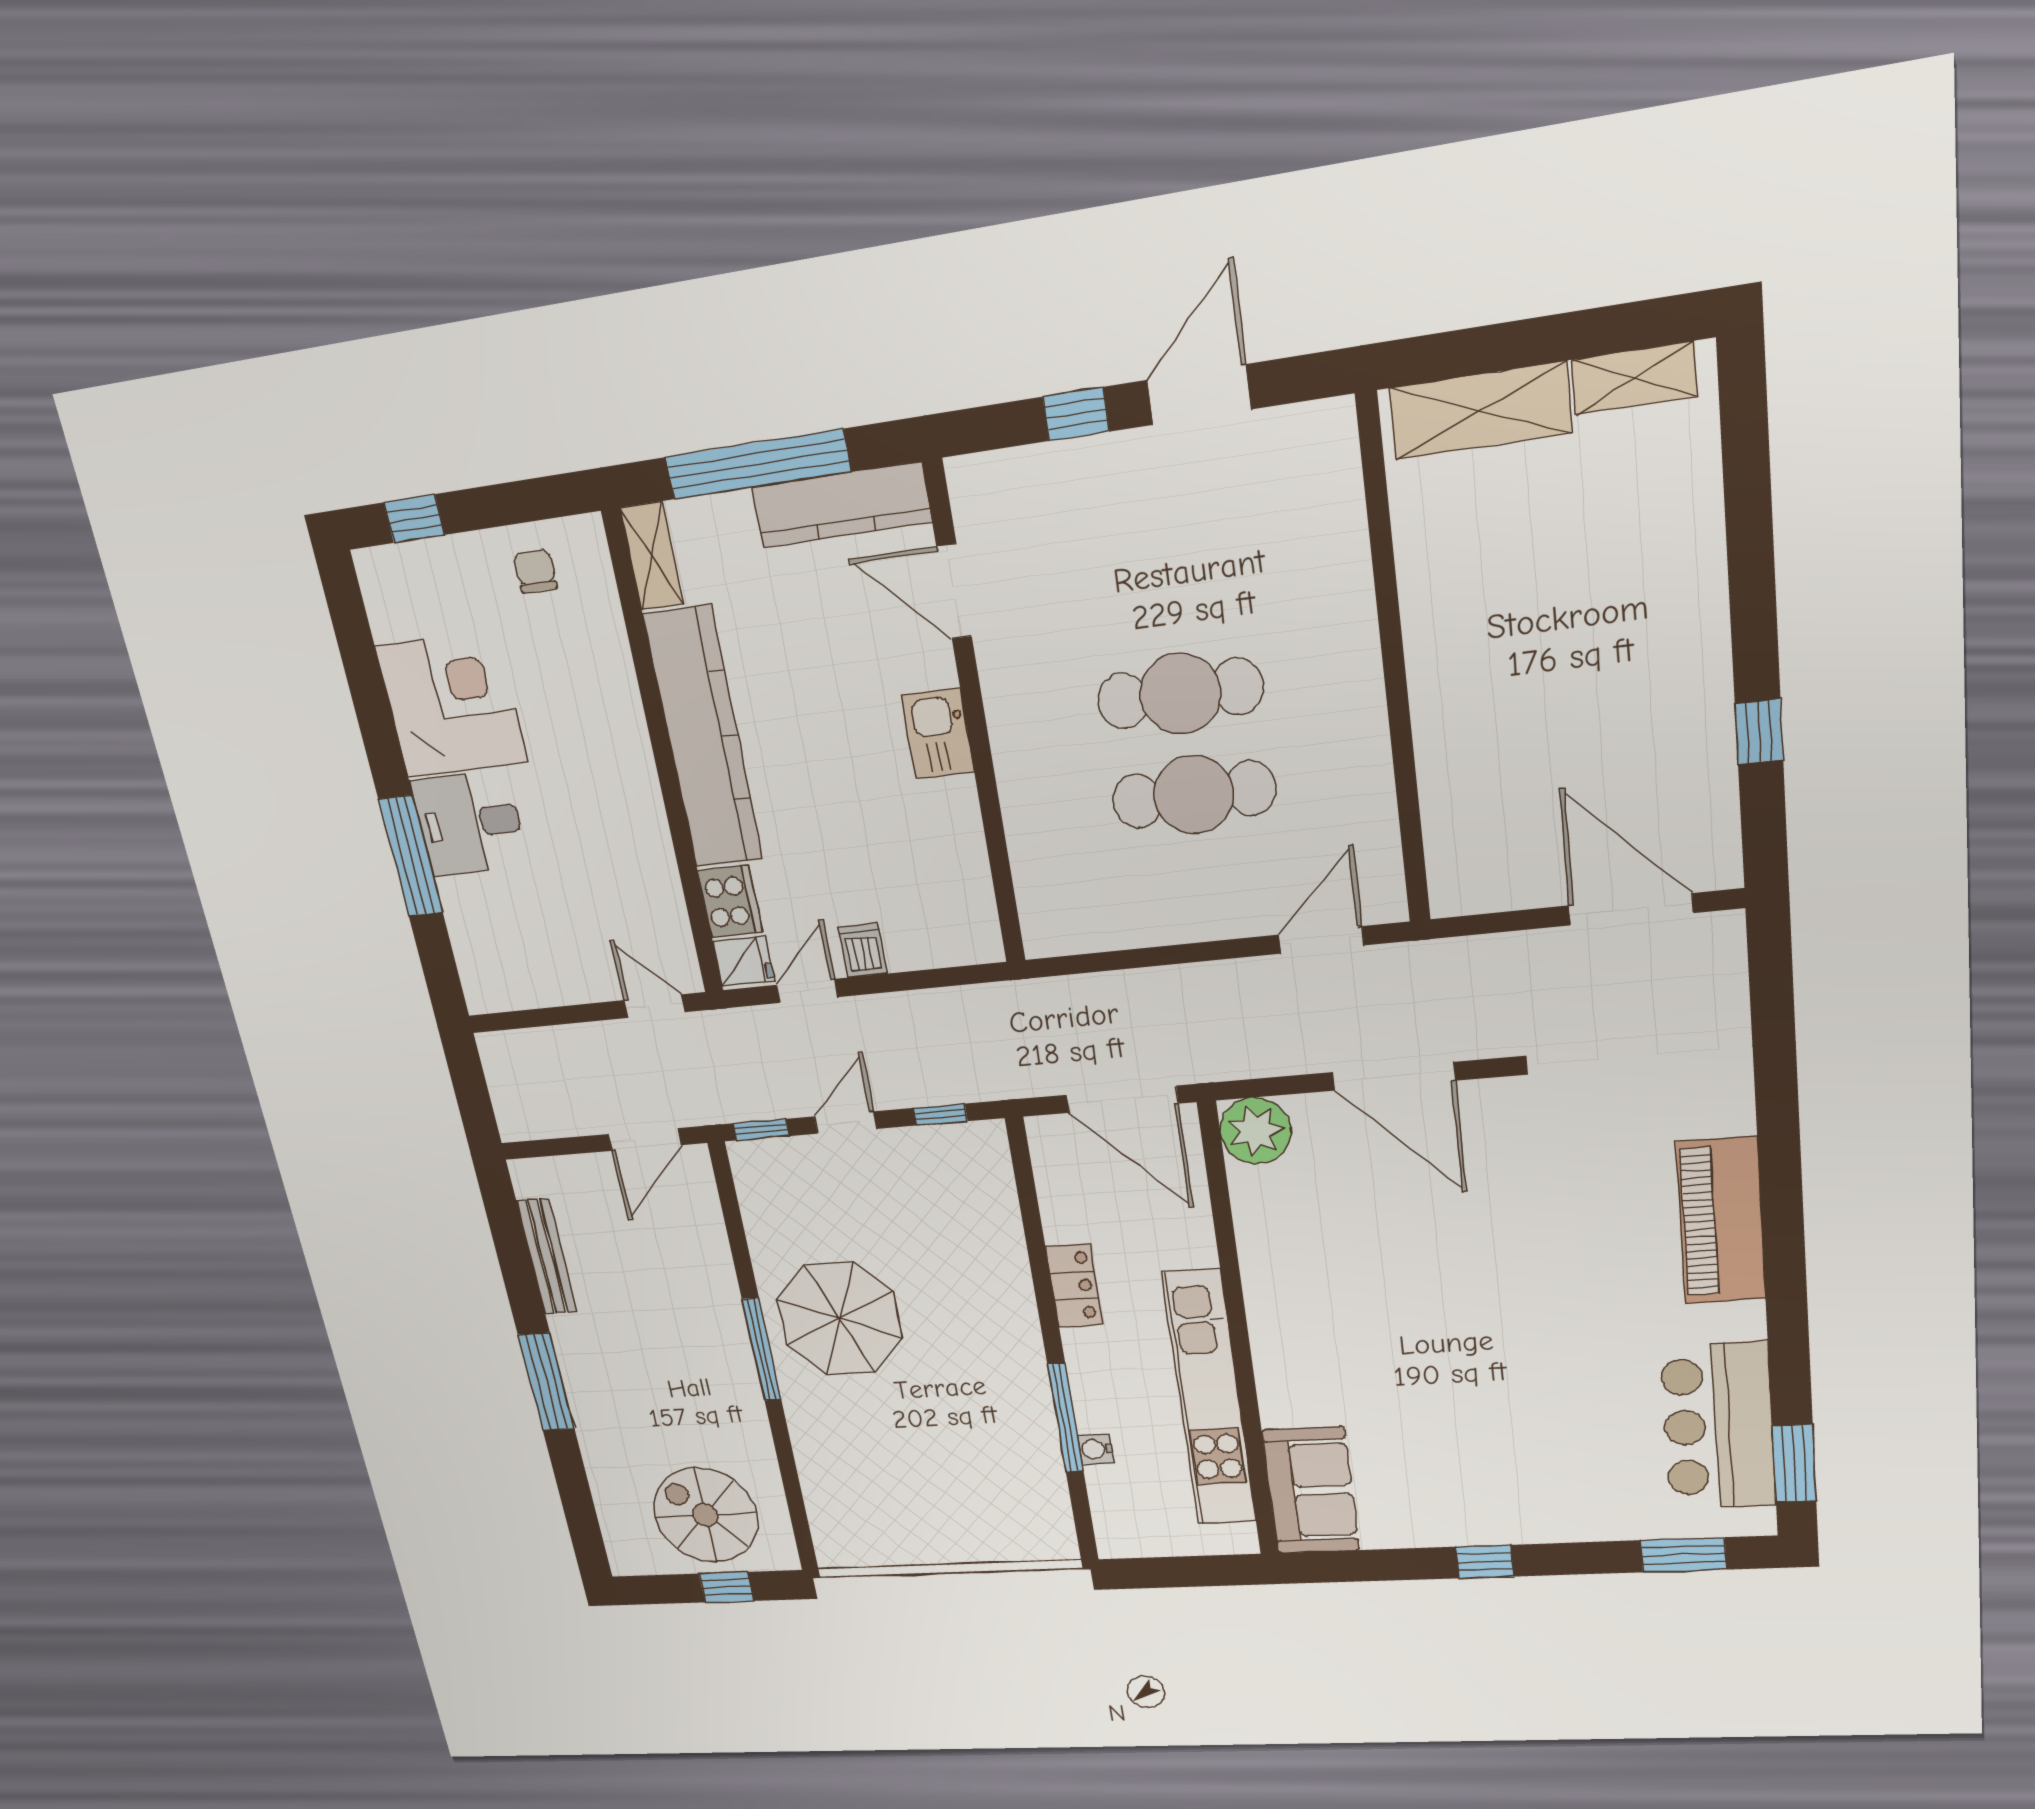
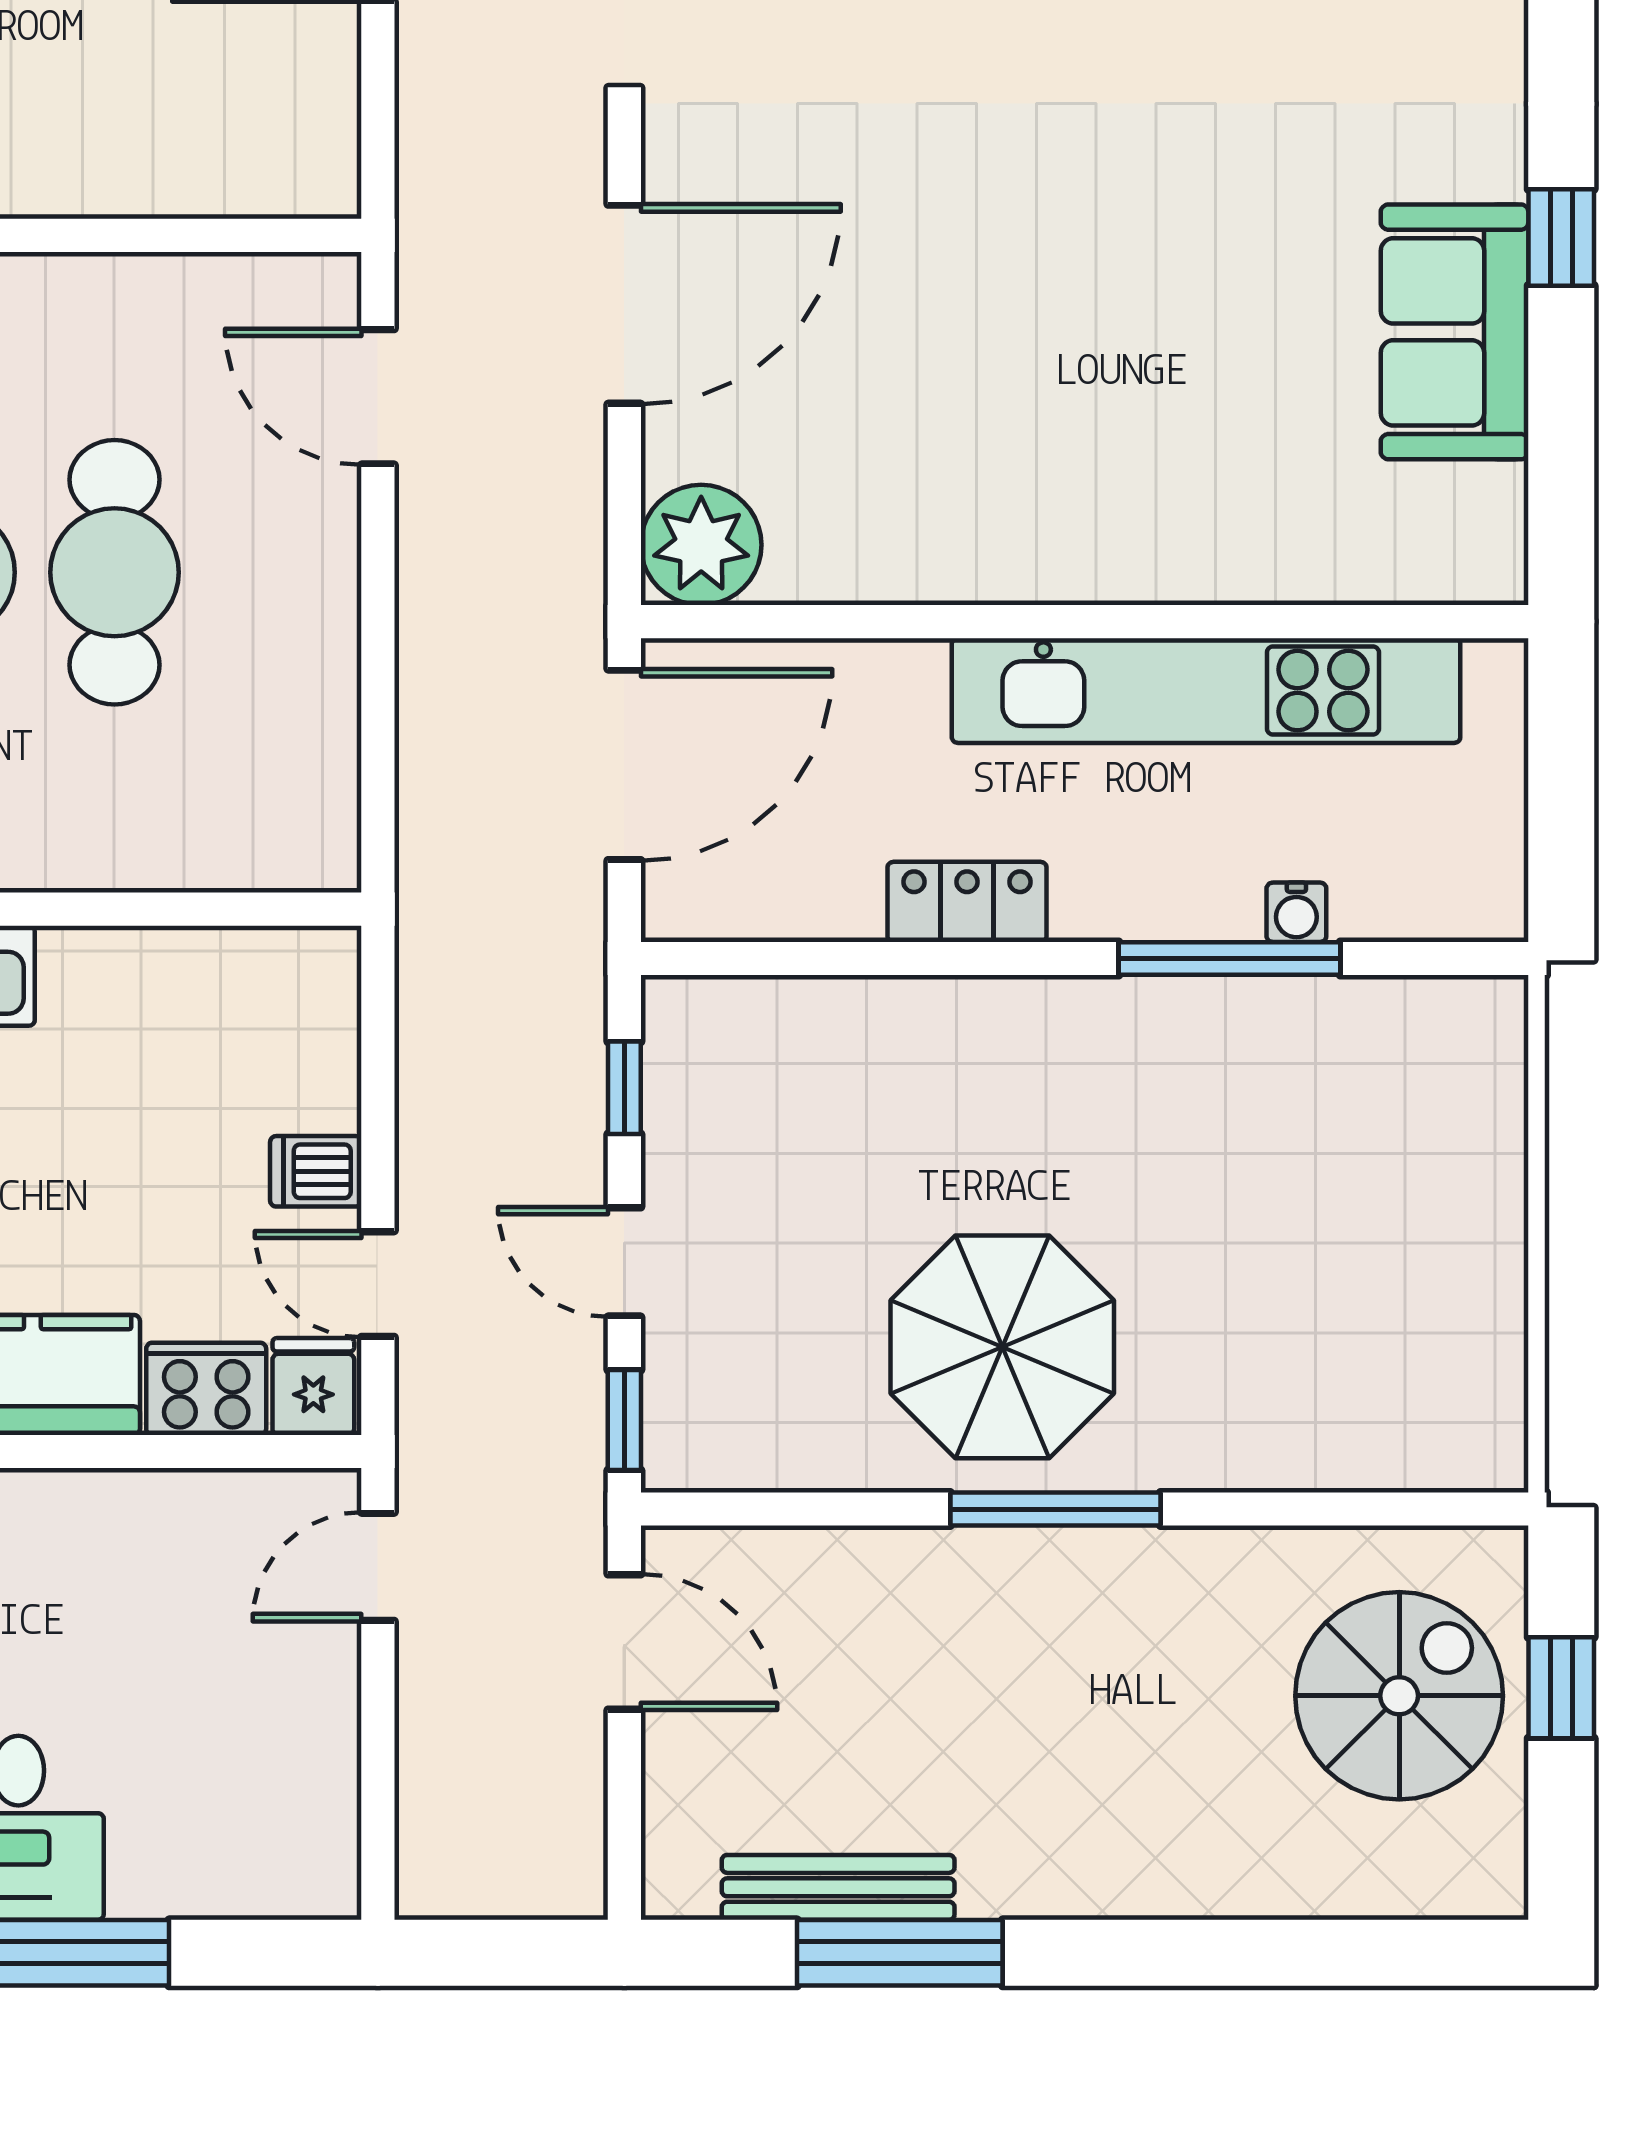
window: (546, 1382) -> (900, 1953), moved
sofa: (1311, 1490) -> (1455, 332), moved, turned -90
spiral stairs: (705, 1515) -> (1399, 1696), turned 180

